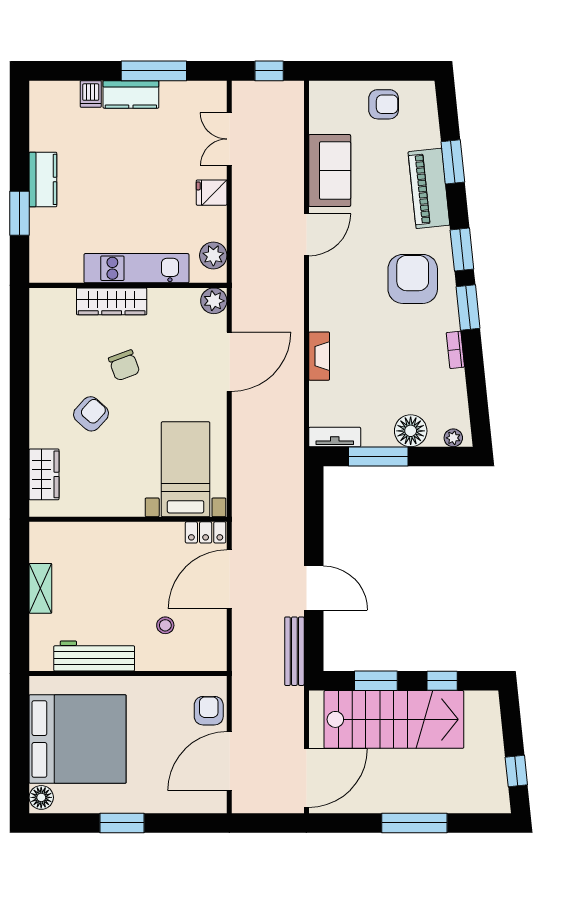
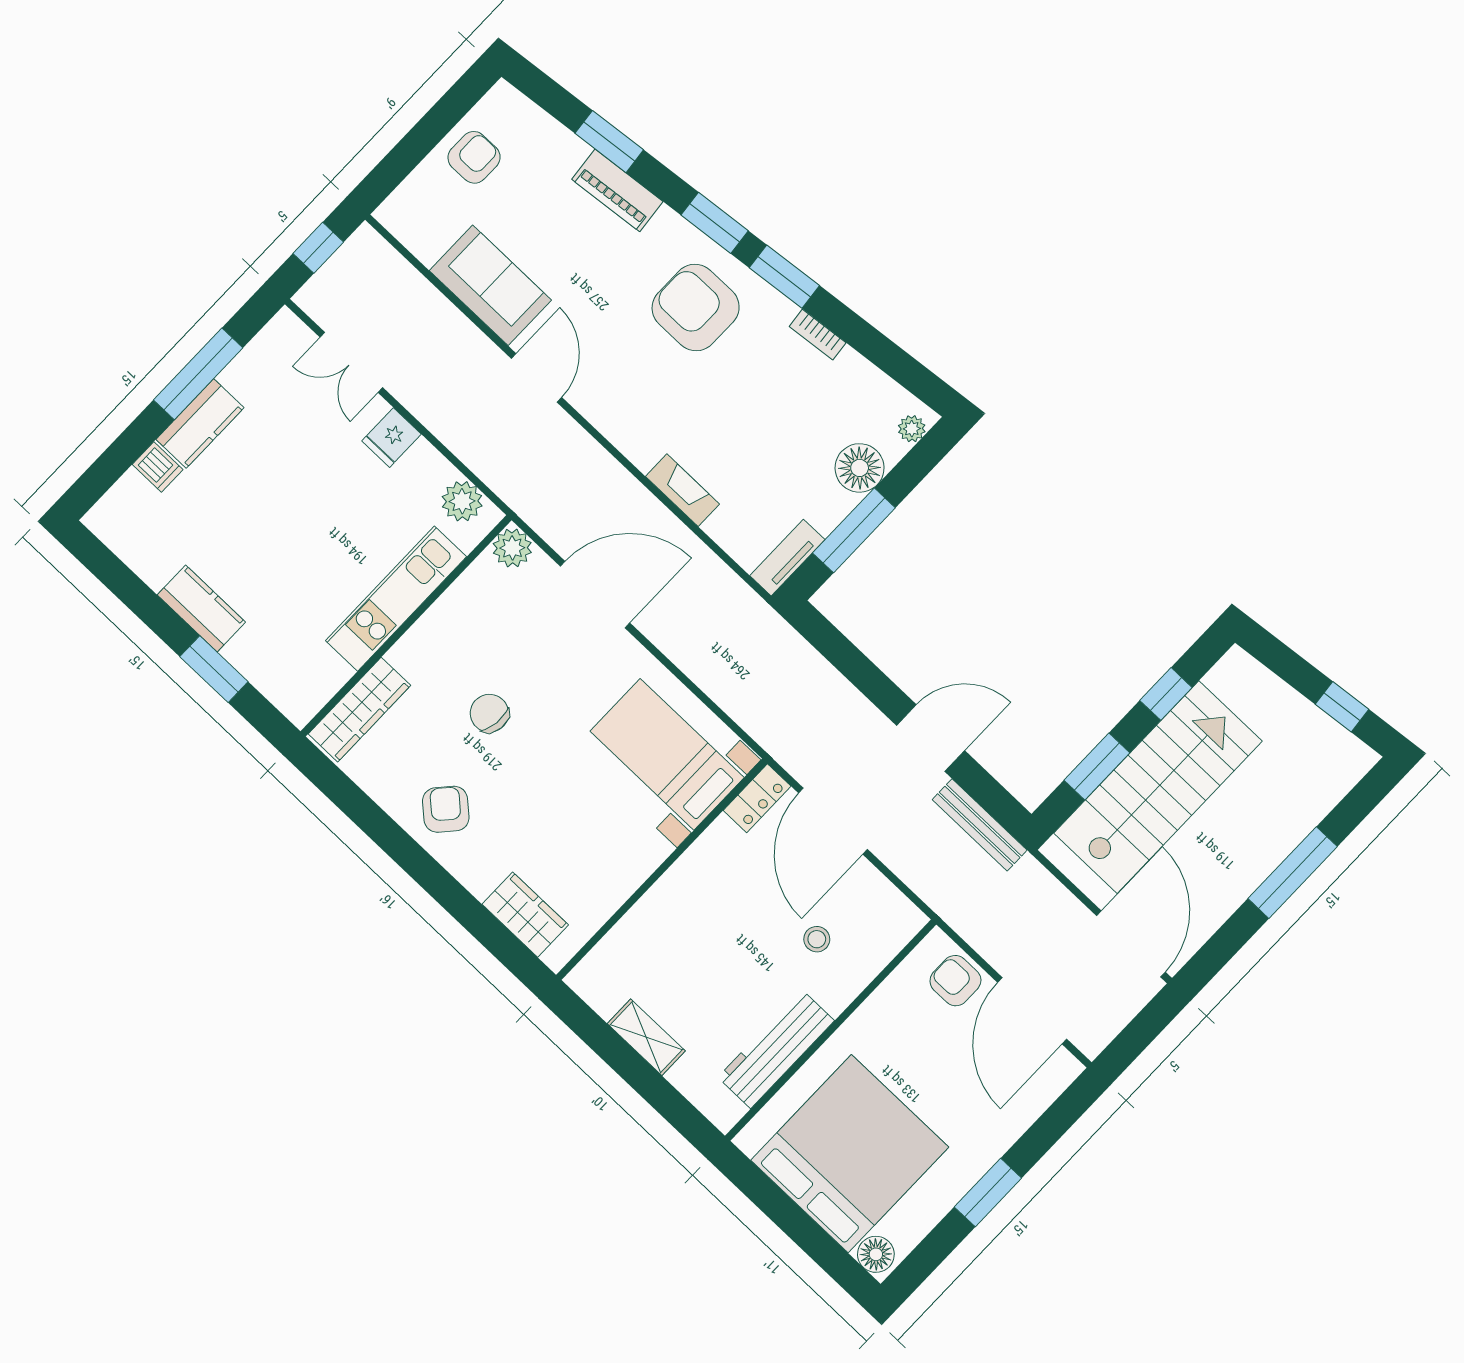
piano: (429, 188) -> (617, 190), width x0.73, depth x0.75
wardrobe: (112, 301) -> (359, 710), moved
door: (229, 362) -> (595, 595), hinge flipped
chair: (124, 365) -> (489, 713), turned -153
armchair: (91, 414) -> (446, 809), moved

